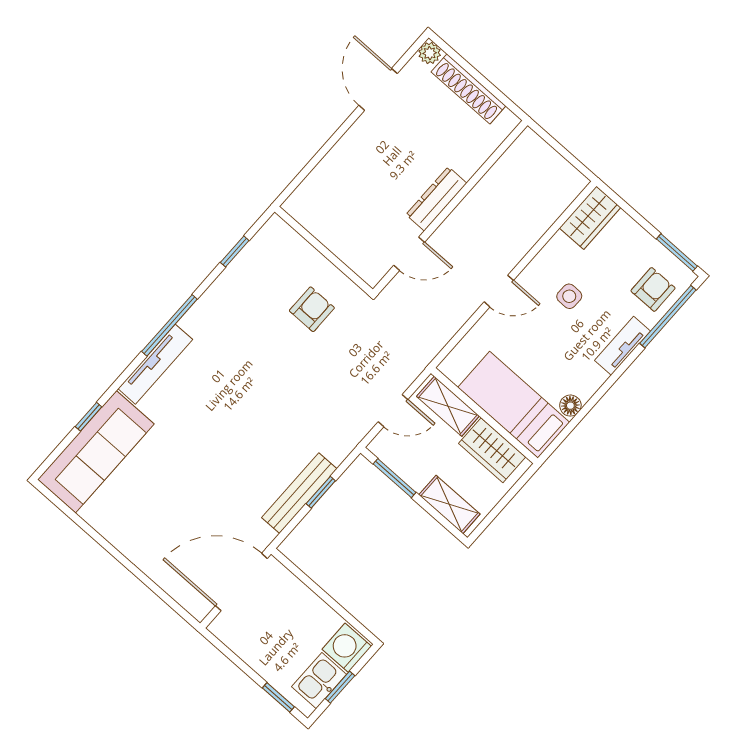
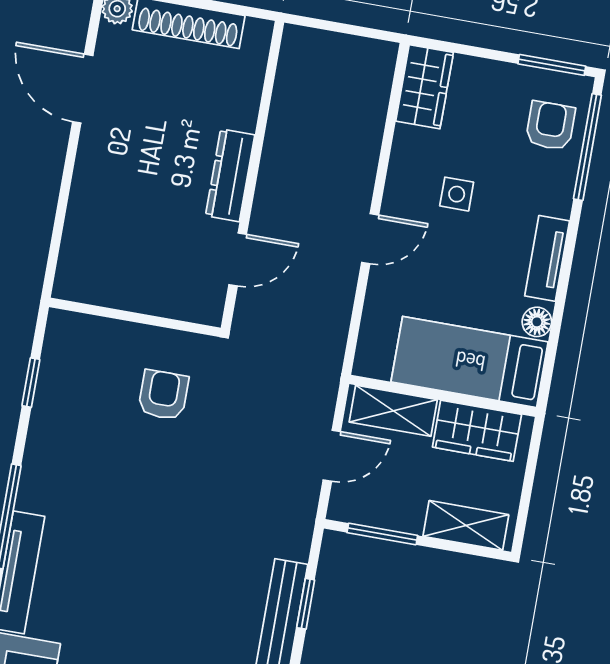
tv unit: (622, 346) -> (547, 258), moved

